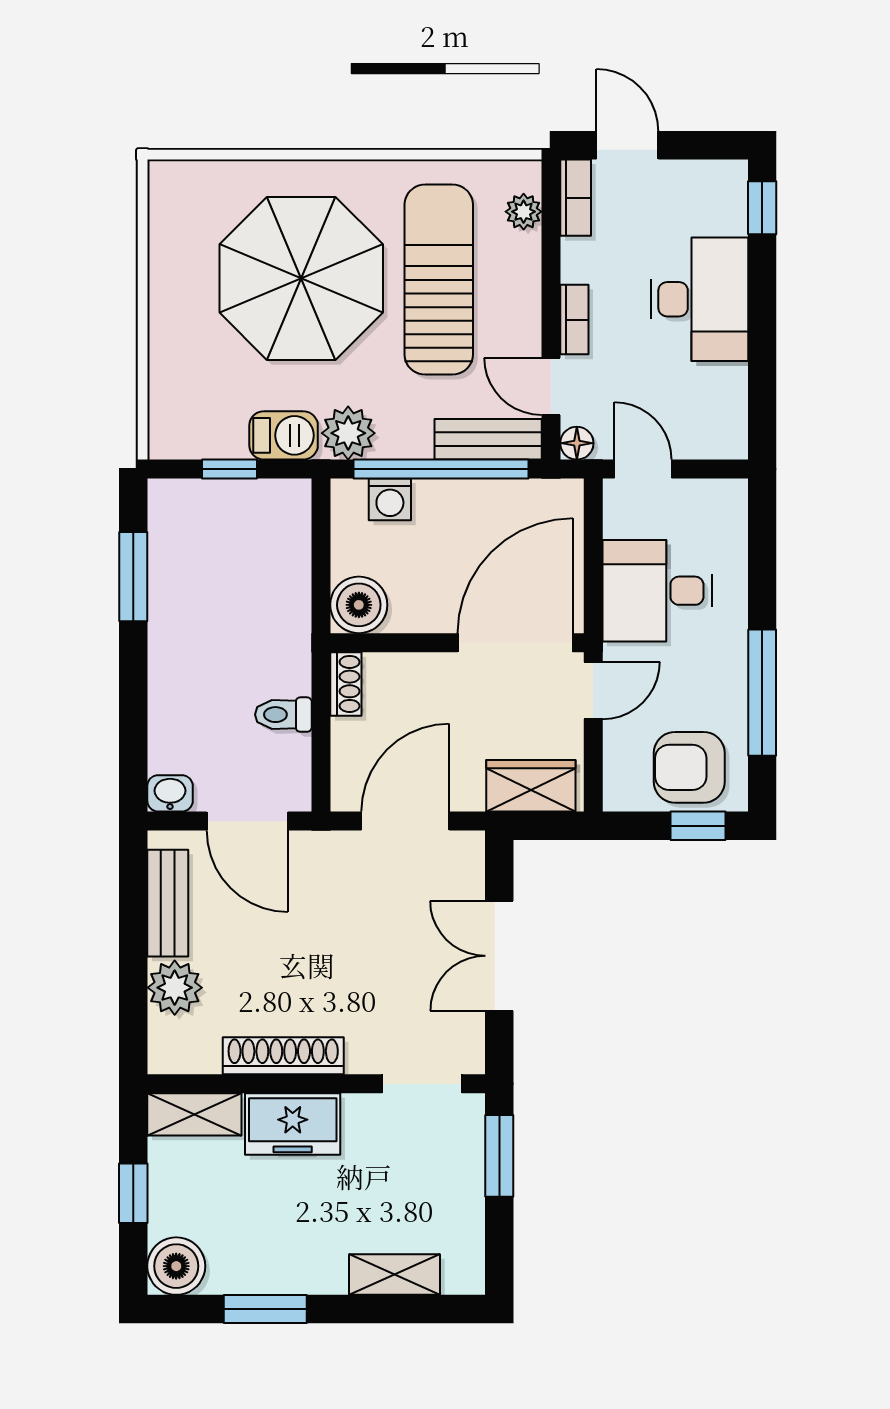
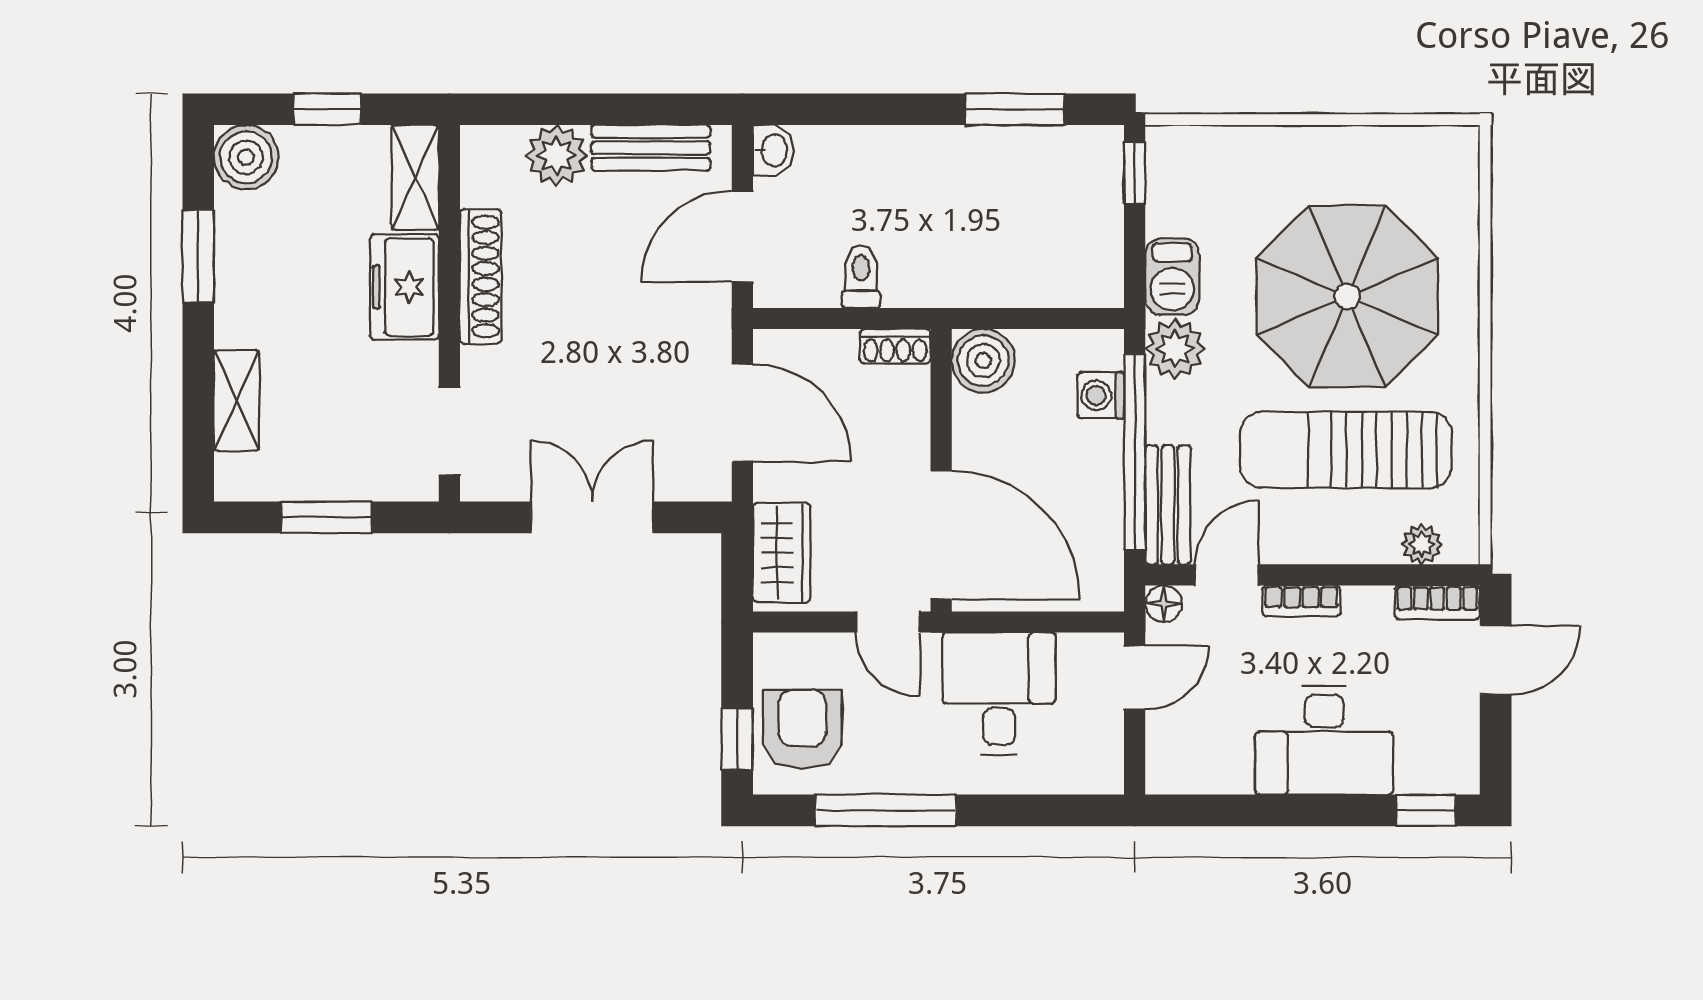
sun lounger: (439, 280) -> (1346, 450), turned 180
window: (229, 469) -> (1135, 173), moved
window: (499, 1156) -> (326, 517), moved

